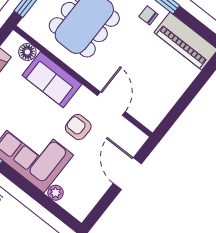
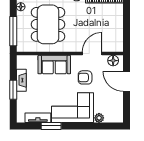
floor lamp: (27, 52) -> (113, 61), moved
door: (111, 104) -> (92, 54), hinge flipped

